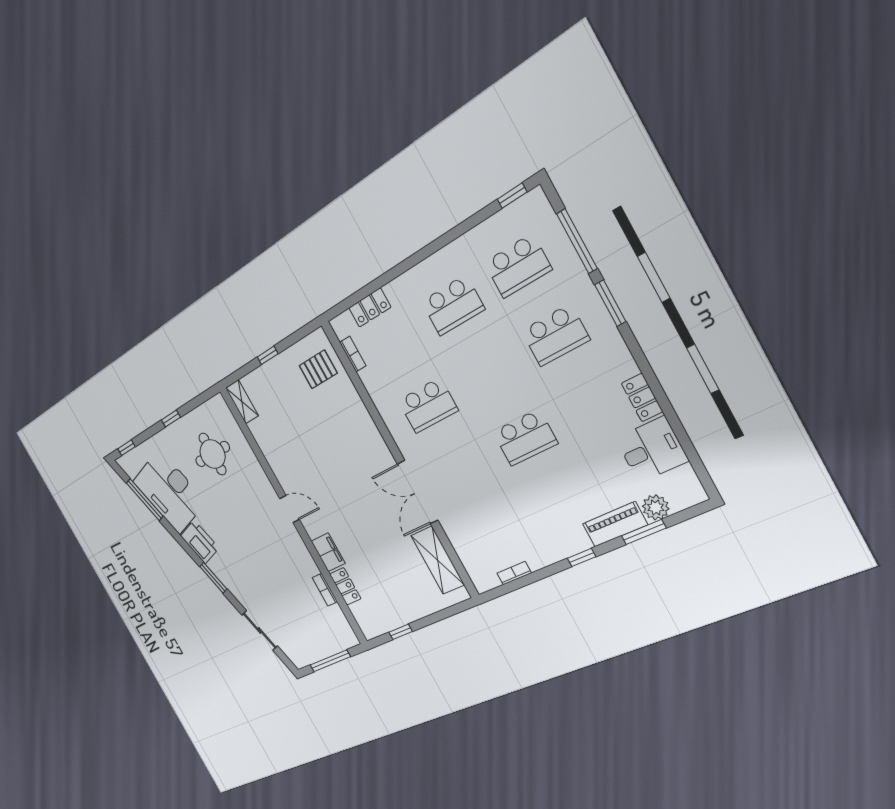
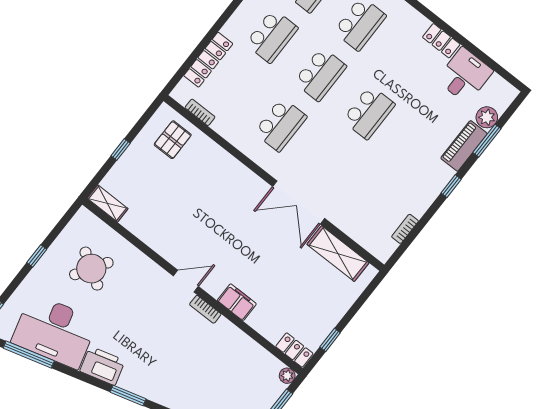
locker: (370, 308) -> (208, 60), width x1.53
school desk: (489, 372) -> (320, 74), added
round table: (213, 454) -> (91, 269), turned 32
locker: (345, 586) -> (294, 350), moved
bookcase: (325, 590) -> (205, 309), moved
plant: (351, 639) -> (287, 376), added

